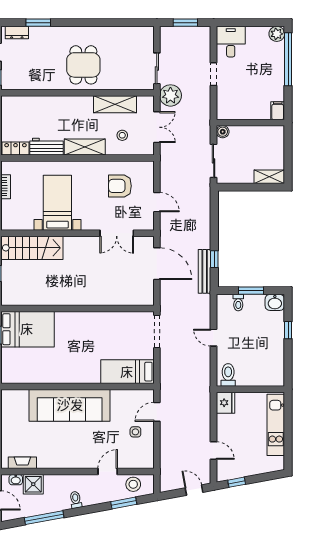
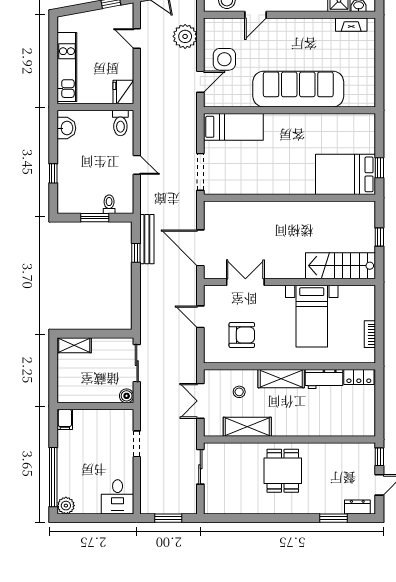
doorway: (214, 74) -> (137, 444), moved
plant: (170, 95) -> (185, 36), moved
washbasin: (275, 302) -> (66, 128), moved, turned 90
side table: (135, 432) -> (224, 59), width x1.87, depth x1.87

